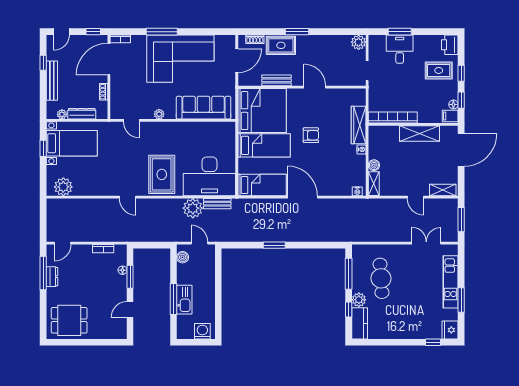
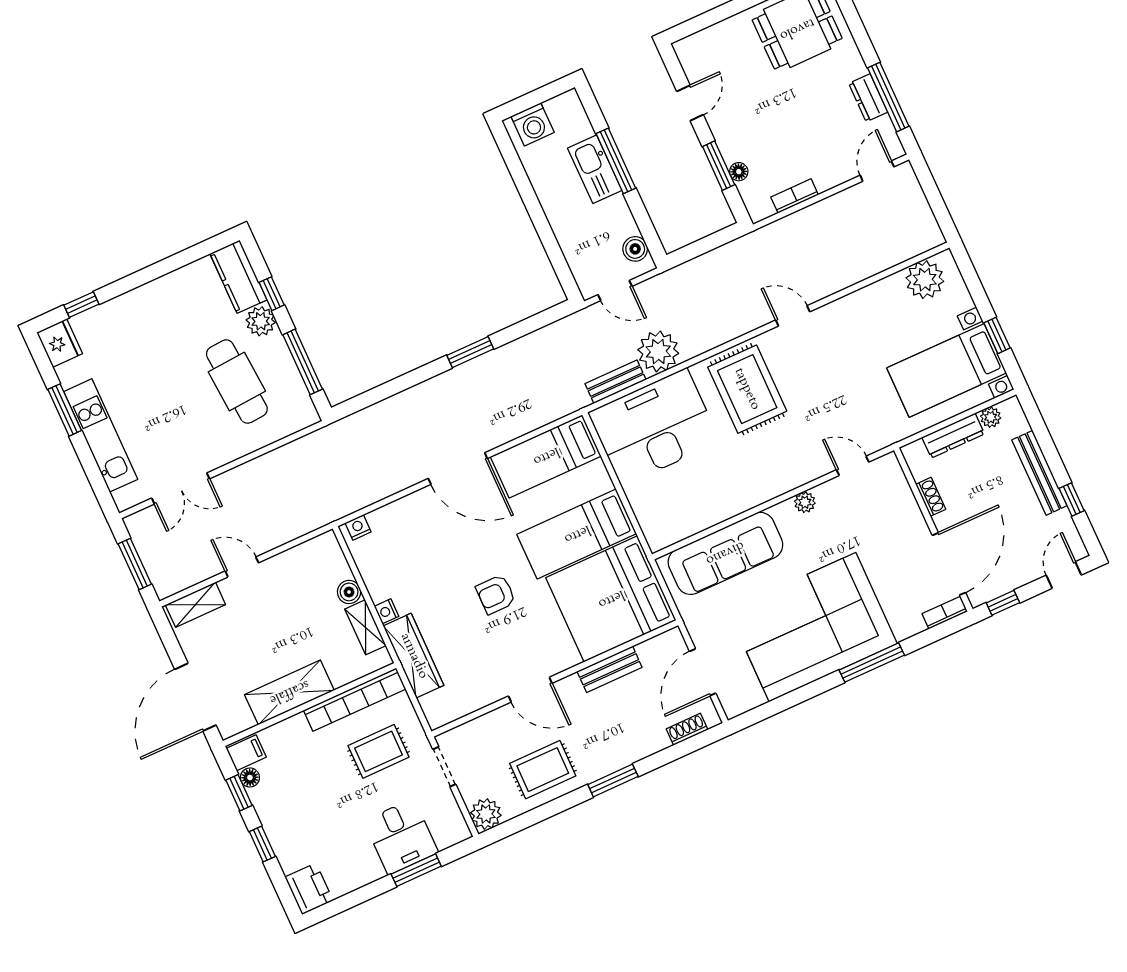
rug: (281, 45) -> (543, 770), moved
rug: (439, 70) -> (378, 751), moved
shelving: (374, 184) -> (365, 627), moved

